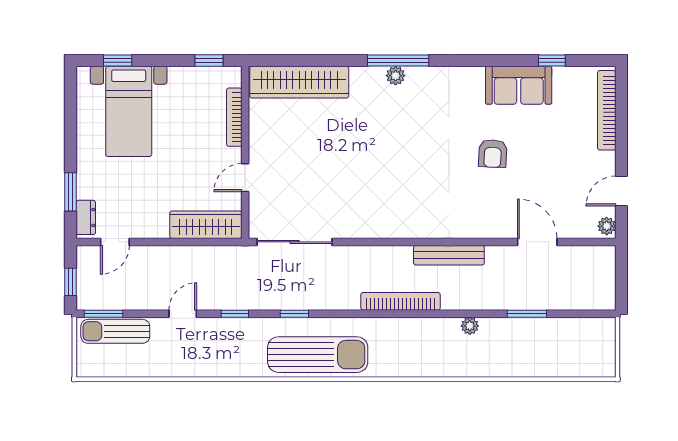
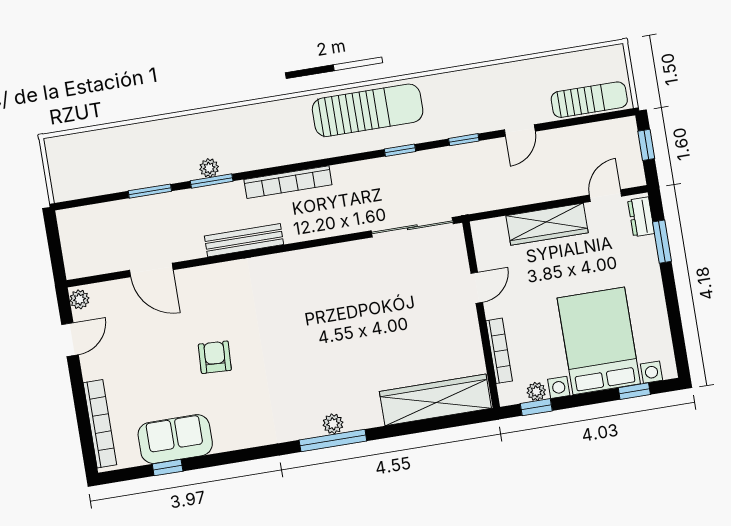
plant: (207, 75) -> (536, 391), added
sofa: (519, 85) -> (175, 439), moved
bed with nightstands: (129, 111) -> (599, 341), width x1.36
wardrobe: (206, 225) -> (547, 224), moved
window: (103, 314) -> (212, 181), moved
sun lounger: (318, 355) -> (368, 110), turned 180

